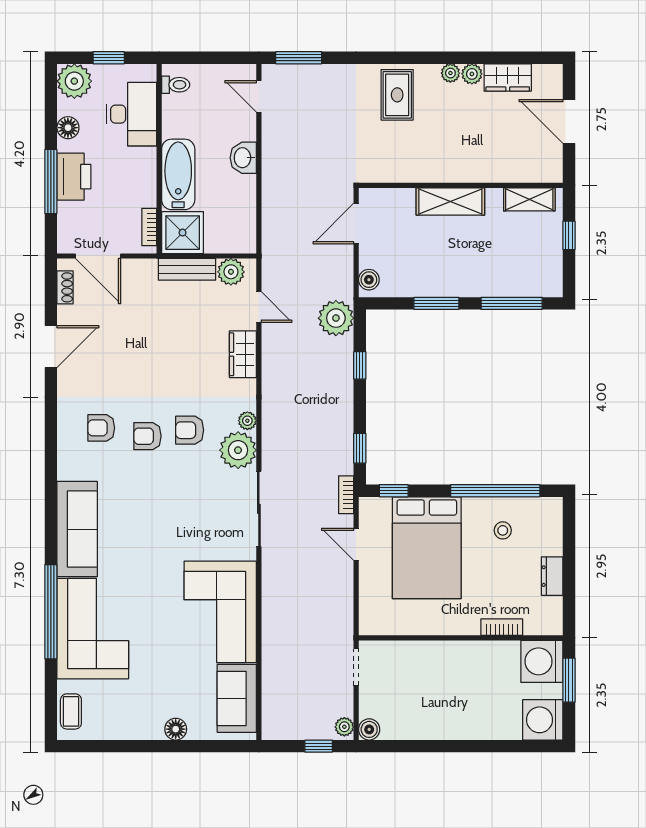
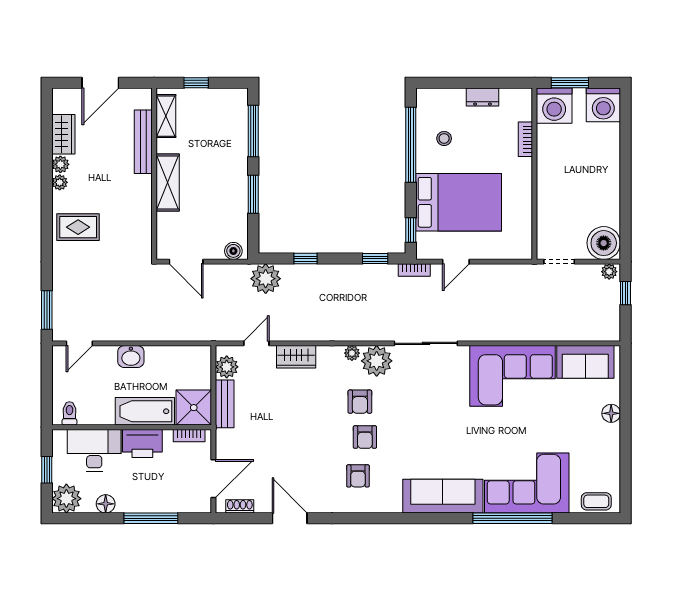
bench: (499, 172) -> (143, 142), added
printer: (74, 177) -> (142, 444), moved, turned 180
boiler: (369, 729) -> (604, 243), width x1.86, depth x1.86

